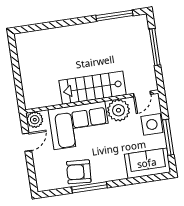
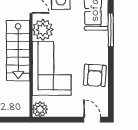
door: (27, 142) -> (92, 120), moved
window: (89, 187) -> (111, 30), moved

